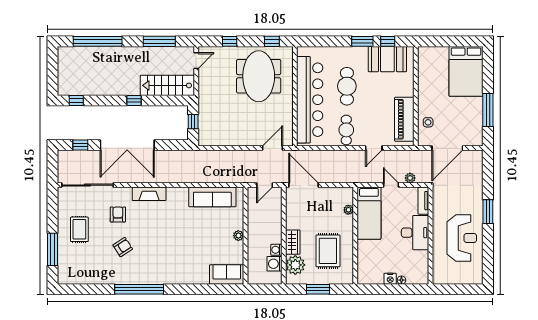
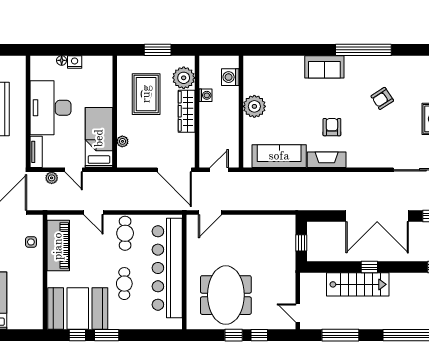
window: (272, 41) -> (234, 335), moved
booth: (387, 59) -> (78, 309), width x1.36, depth x1.42
door: (196, 61) -> (298, 313), hinge flipped
stairs: (167, 85) -> (358, 284), moved
cafe table: (347, 86) -> (124, 284), width x0.73, depth x0.74
double door: (127, 145) -> (377, 216), swing flipped
door: (374, 148) -> (93, 212), swing flipped
fireplace: (149, 194) -> (327, 160), moved
armchair: (118, 214) -> (332, 127), moved, turned 180
desk: (415, 233) -> (51, 108), width x1.36, depth x1.30
plant: (238, 236) -> (254, 106), width x1.88, depth x1.88
wardrobe: (293, 242) -> (187, 111), width x1.50
washing machine: (275, 264) -> (230, 77), moved, turned 180
sofa: (227, 274) -> (324, 67), moved

